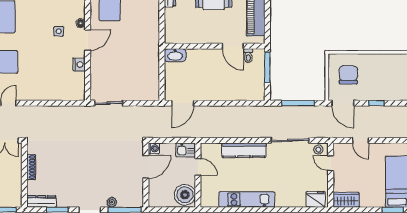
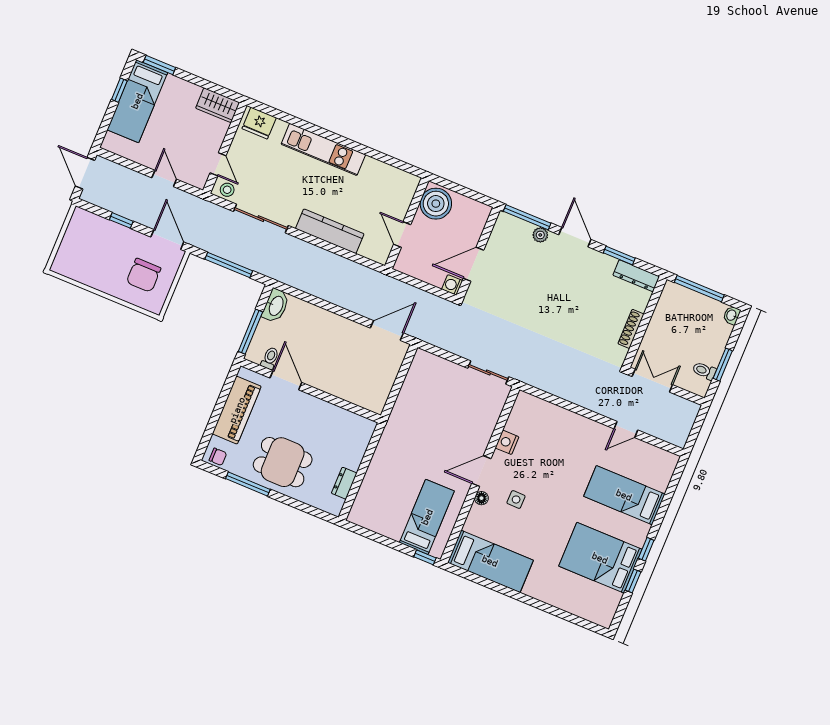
washbasin: (175, 55) -> (276, 306), moved, turned 90
kitchen sink: (186, 150) -> (409, 265), removed
kitchen unit: (247, 199) -> (323, 149), moved

